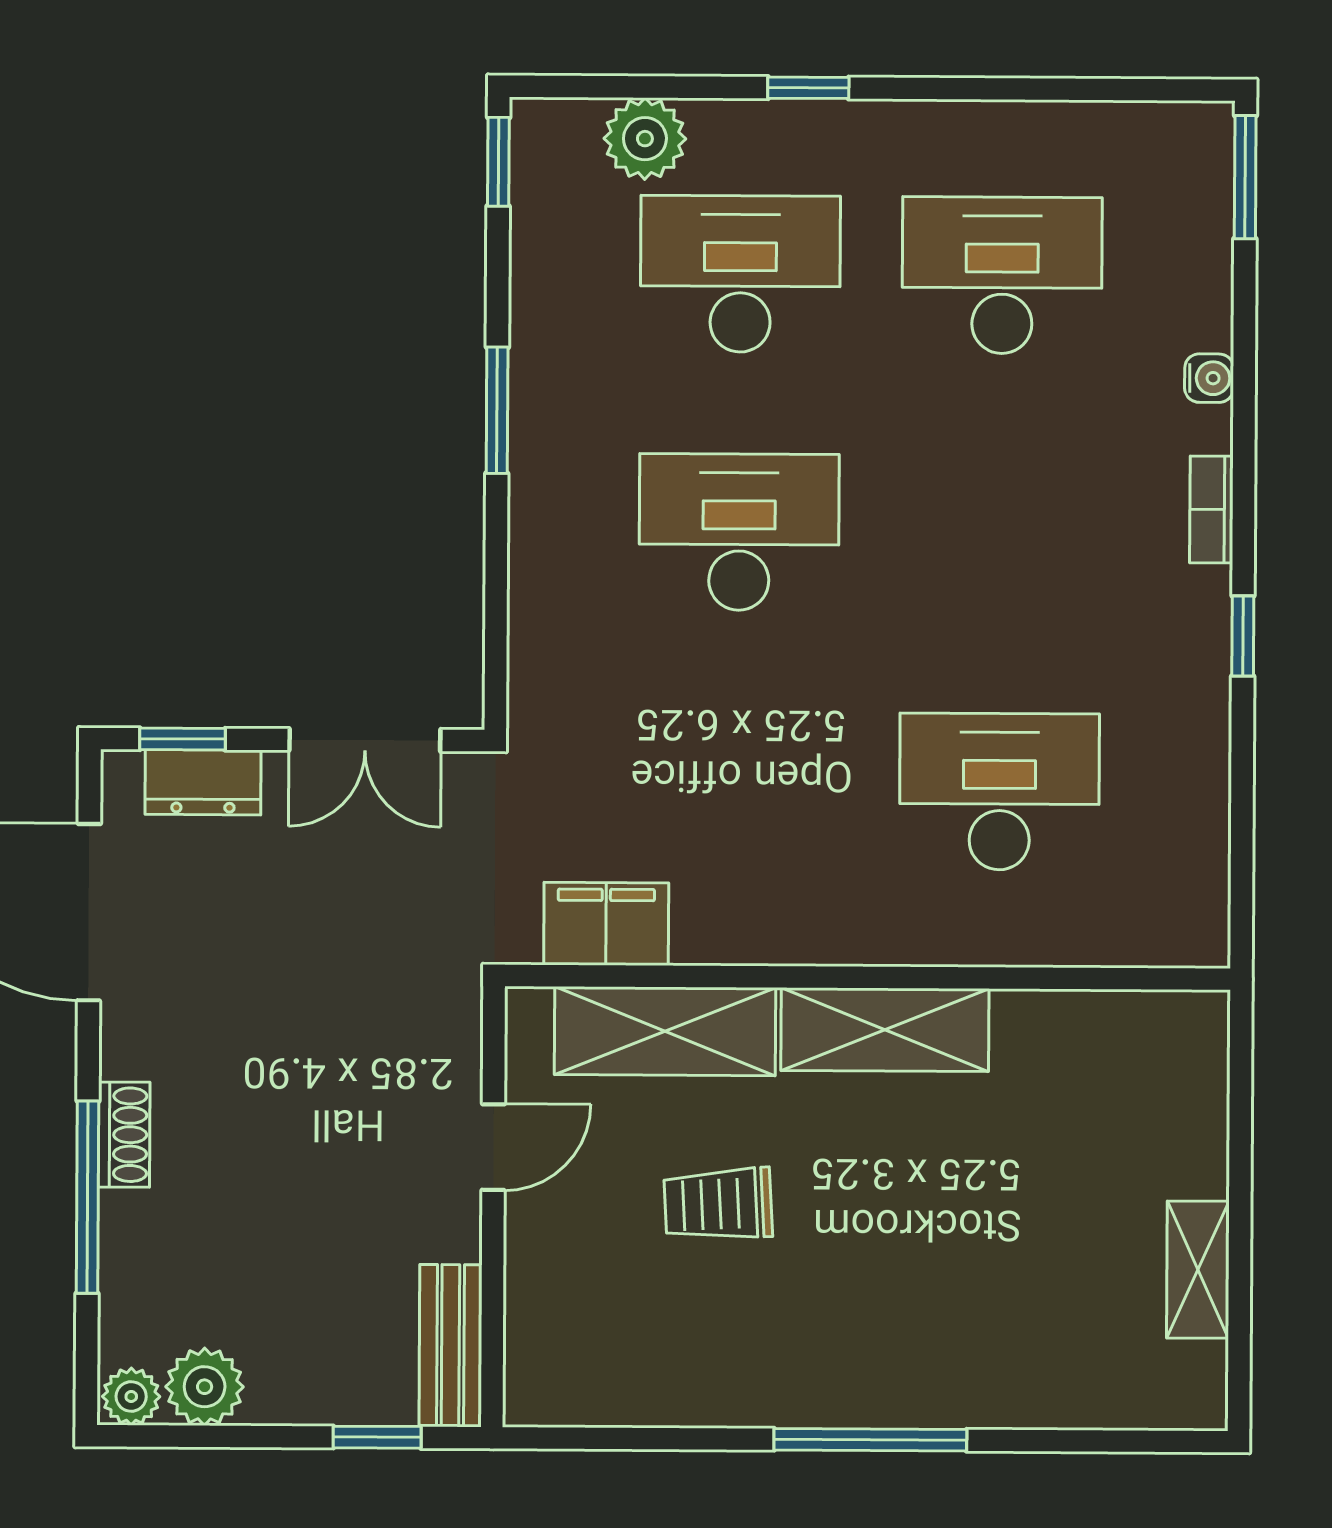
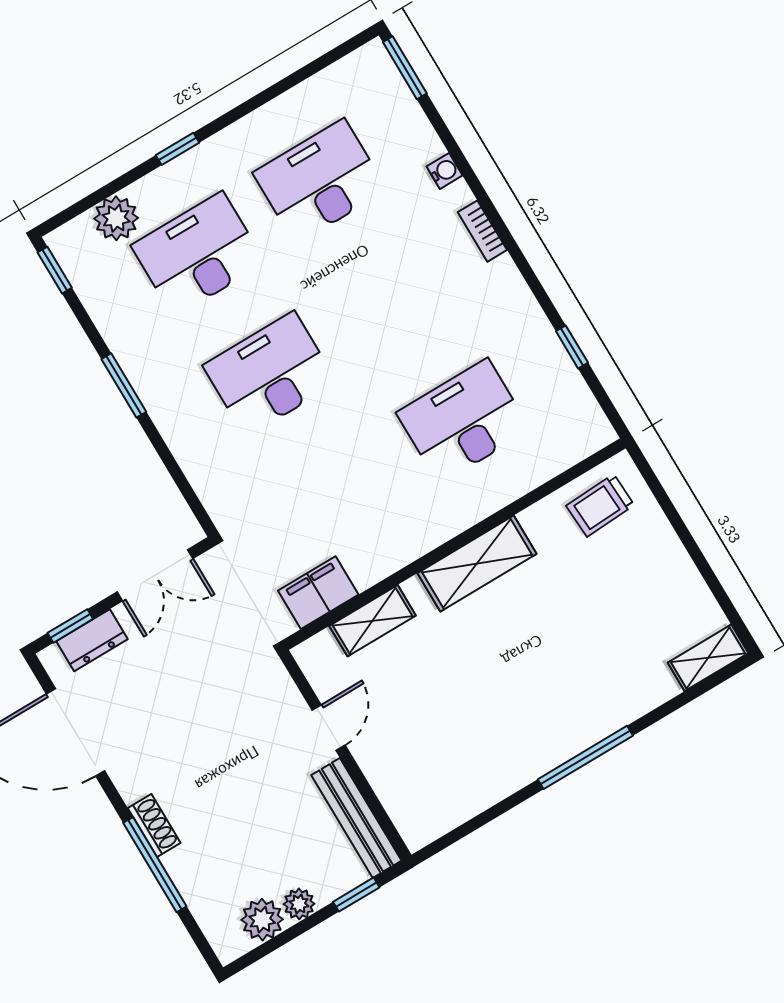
window: (1243, 636) -> (572, 347), moved
shelving: (665, 1031) -> (373, 621), width x0.67, depth x0.75
trolley: (718, 1204) -> (600, 505), moved
shelving: (1198, 1270) -> (708, 658), moved, turned 90
bench: (450, 1346) -> (356, 818), width x1.36
plant: (131, 1396) -> (299, 904), moved

